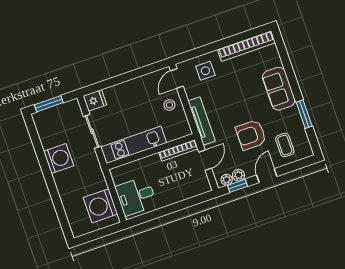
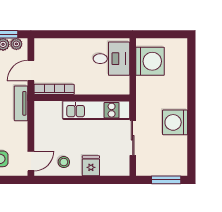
fridge: (95, 100) -> (91, 166), moved, turned 90
stool: (169, 105) -> (64, 162), moved
tv unit: (202, 121) -> (21, 103), width x0.71

